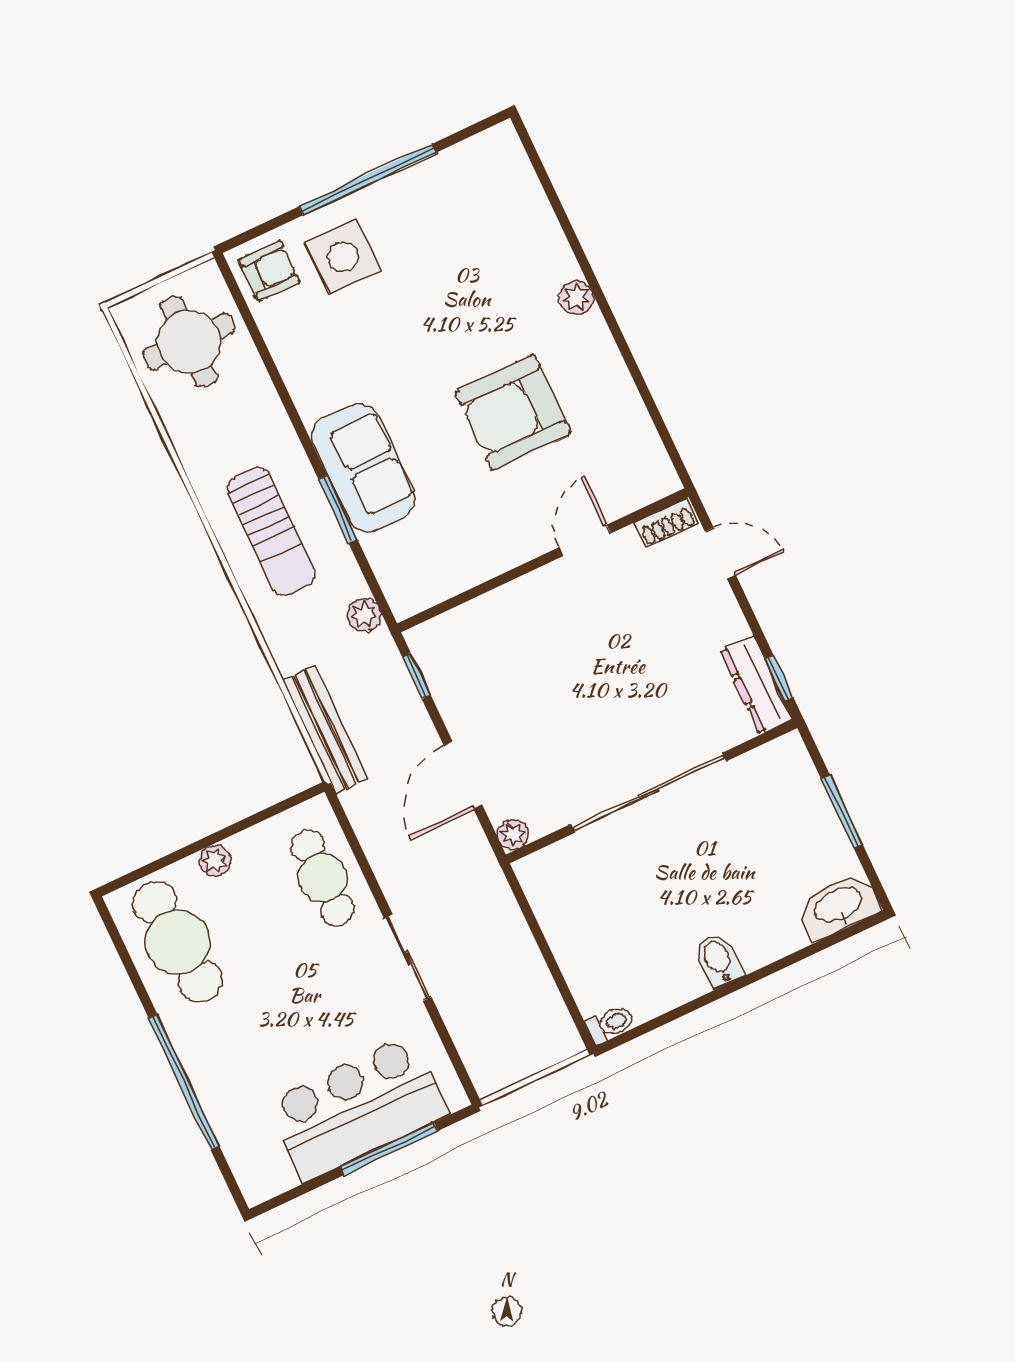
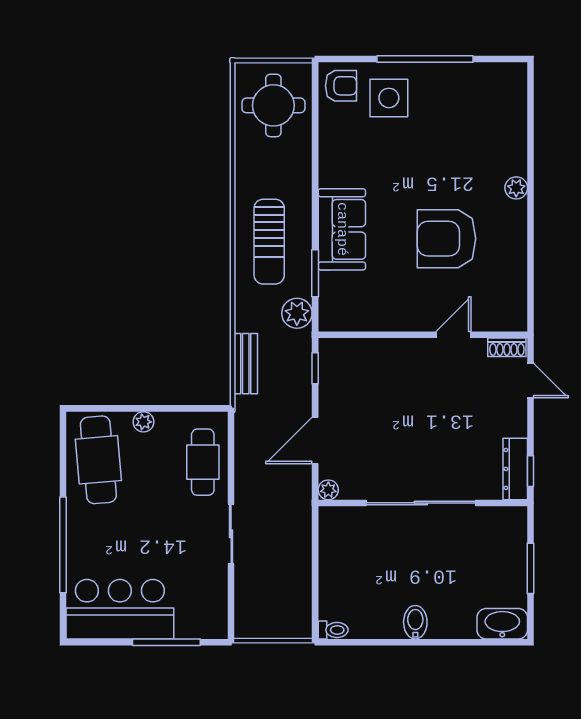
window: (338, 509) -> (315, 273), moved
plant: (364, 615) -> (297, 313), width x1.38, depth x1.38
bench: (325, 730) -> (246, 364), width x0.73
bar counter: (357, 1108) -> (120, 609), moved

